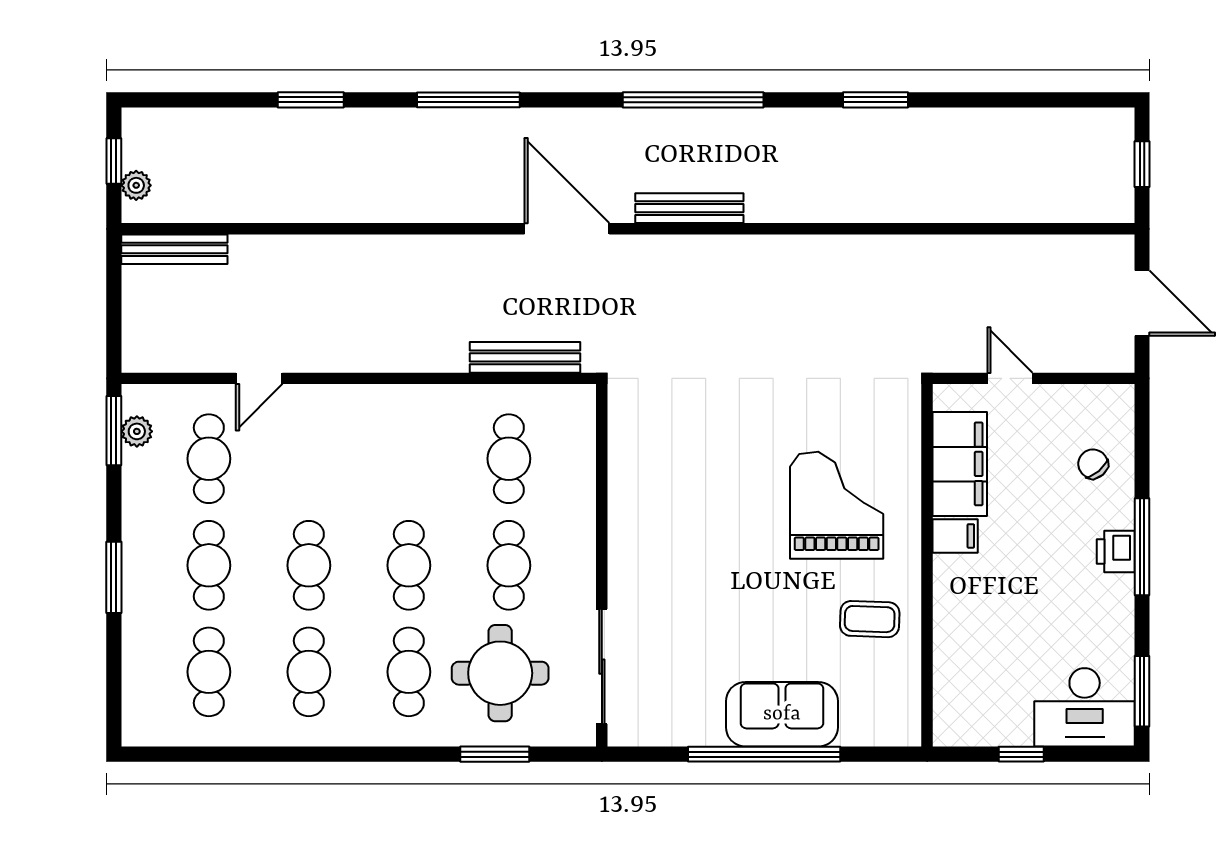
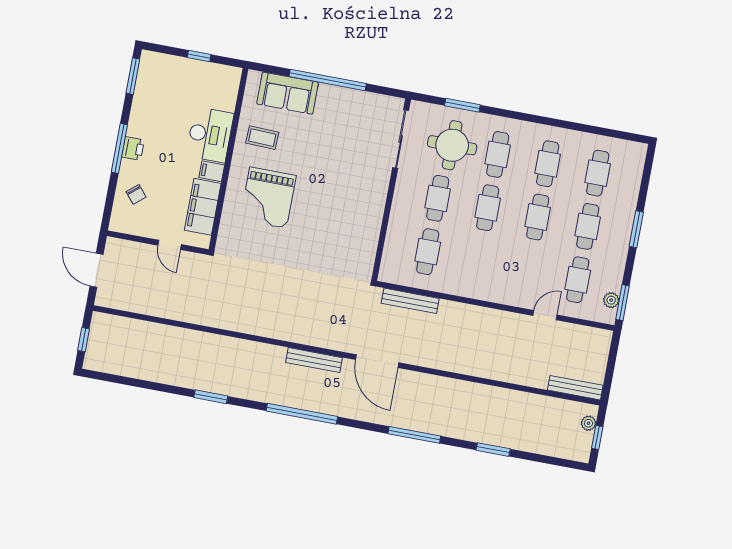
desk: (1085, 707) -> (210, 135), moved, turned 90
sofa: (782, 714) -> (288, 93), moved

